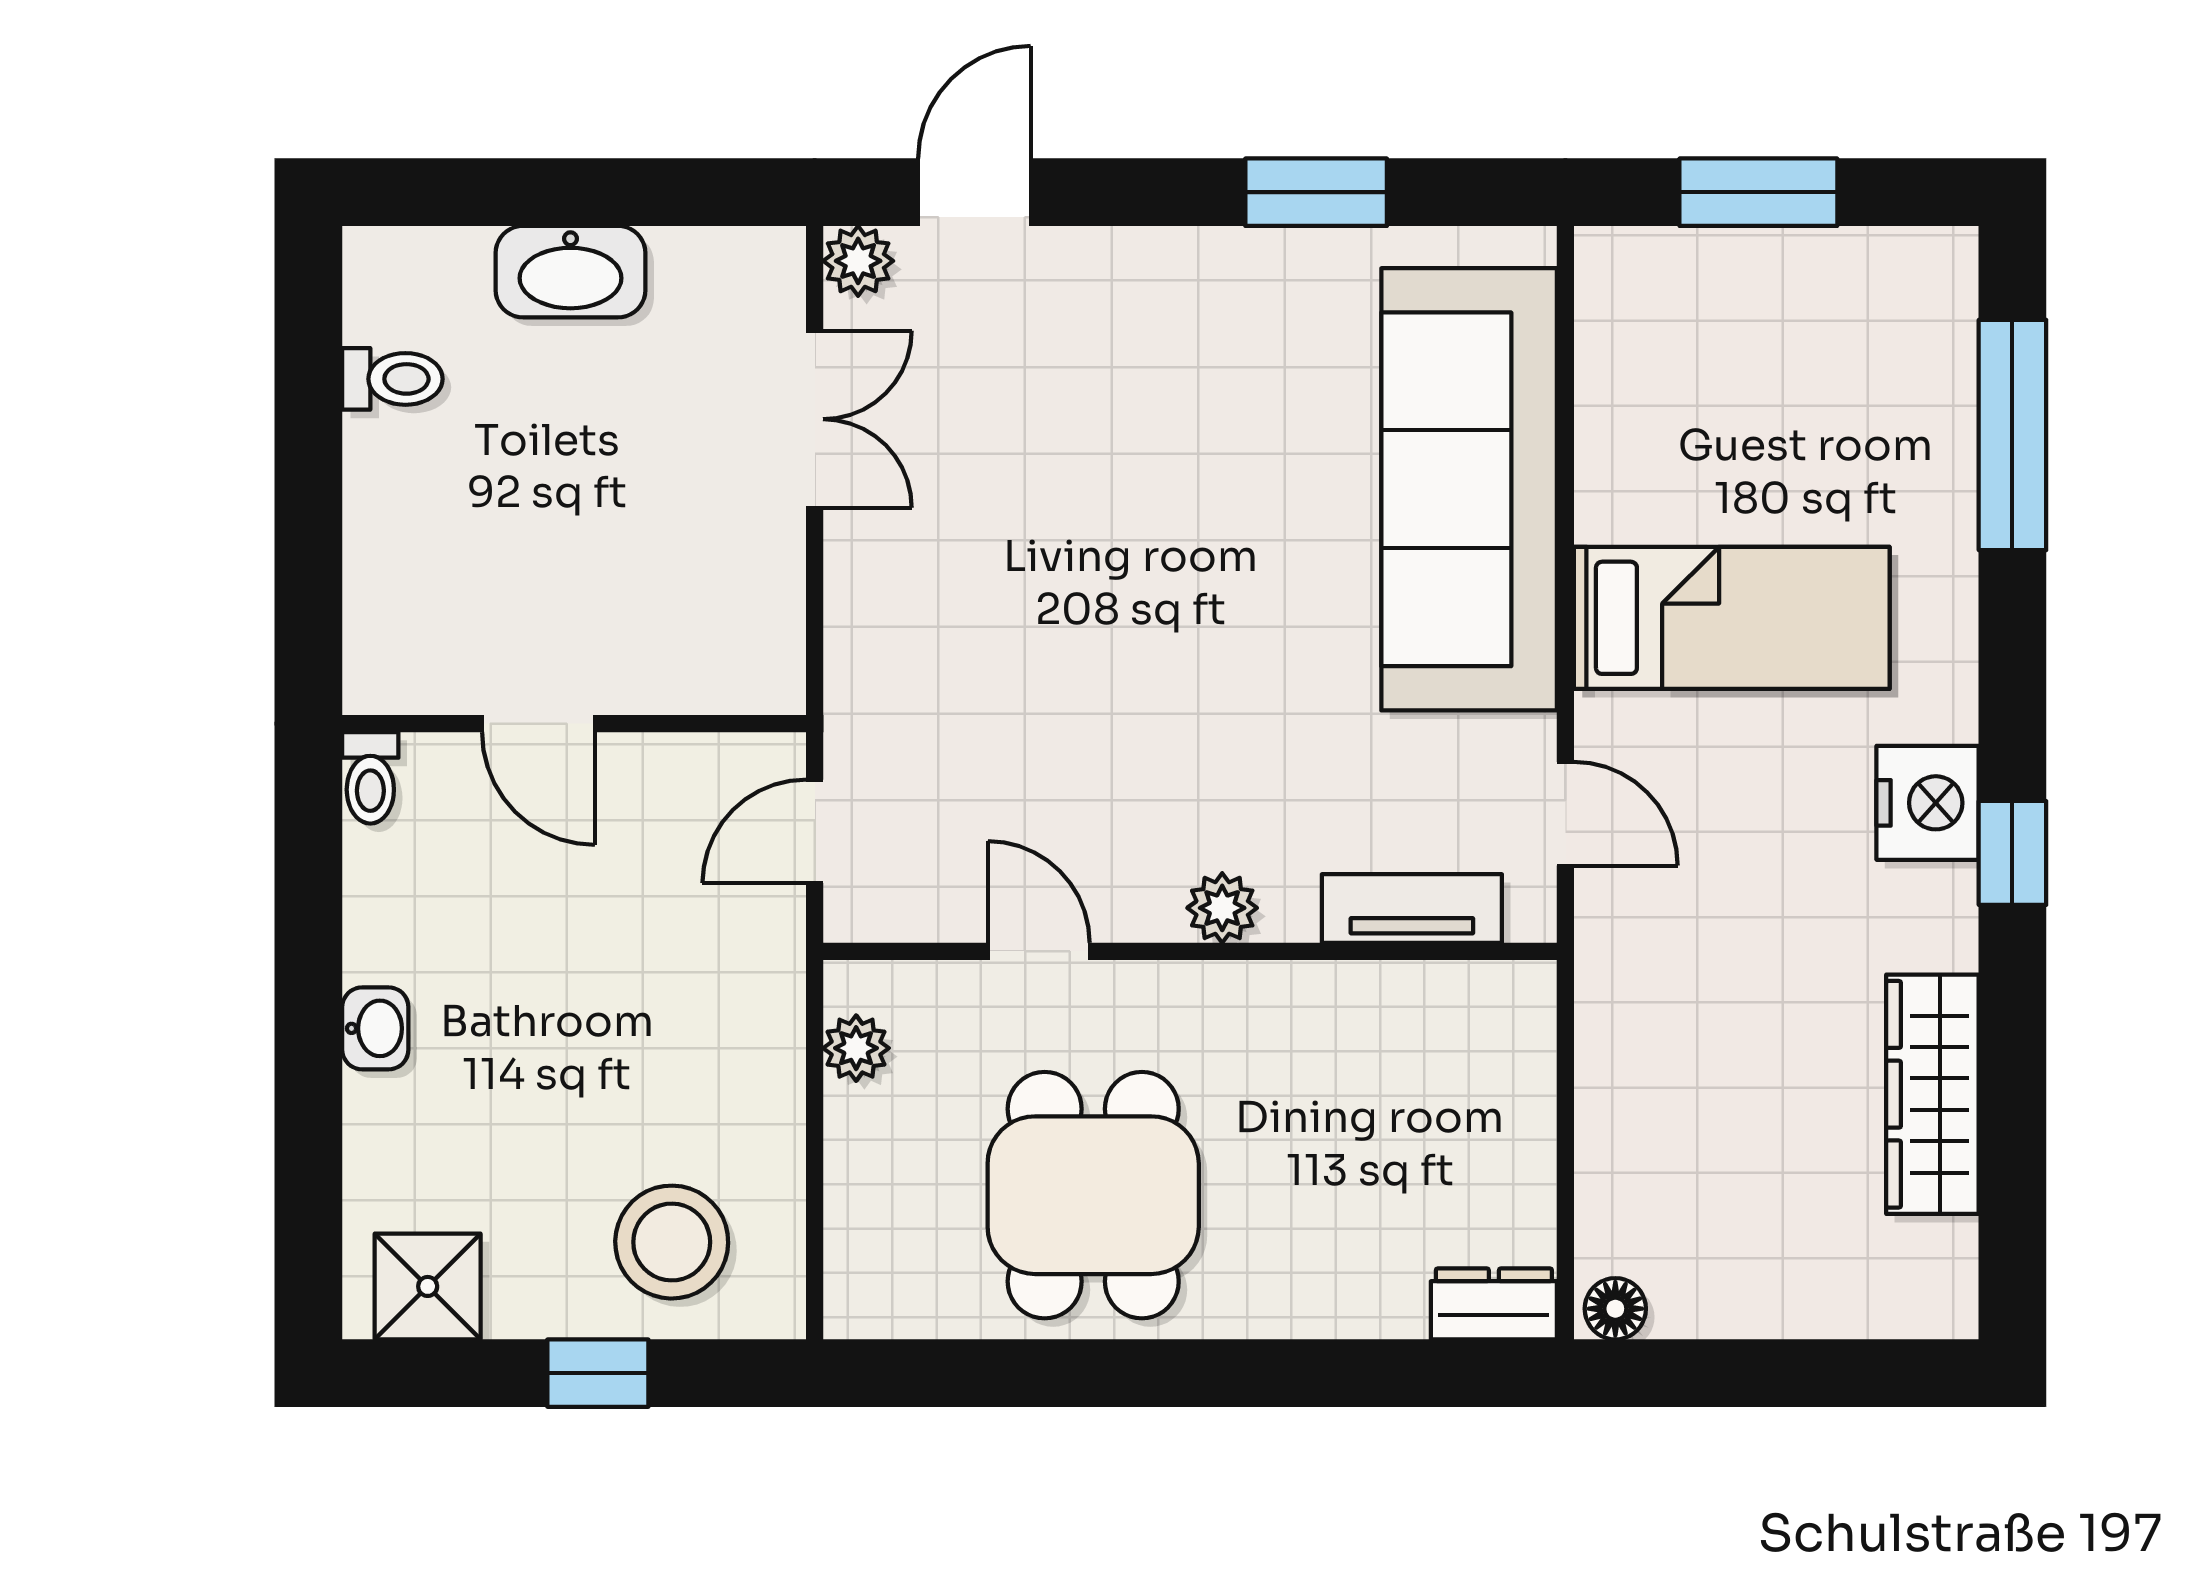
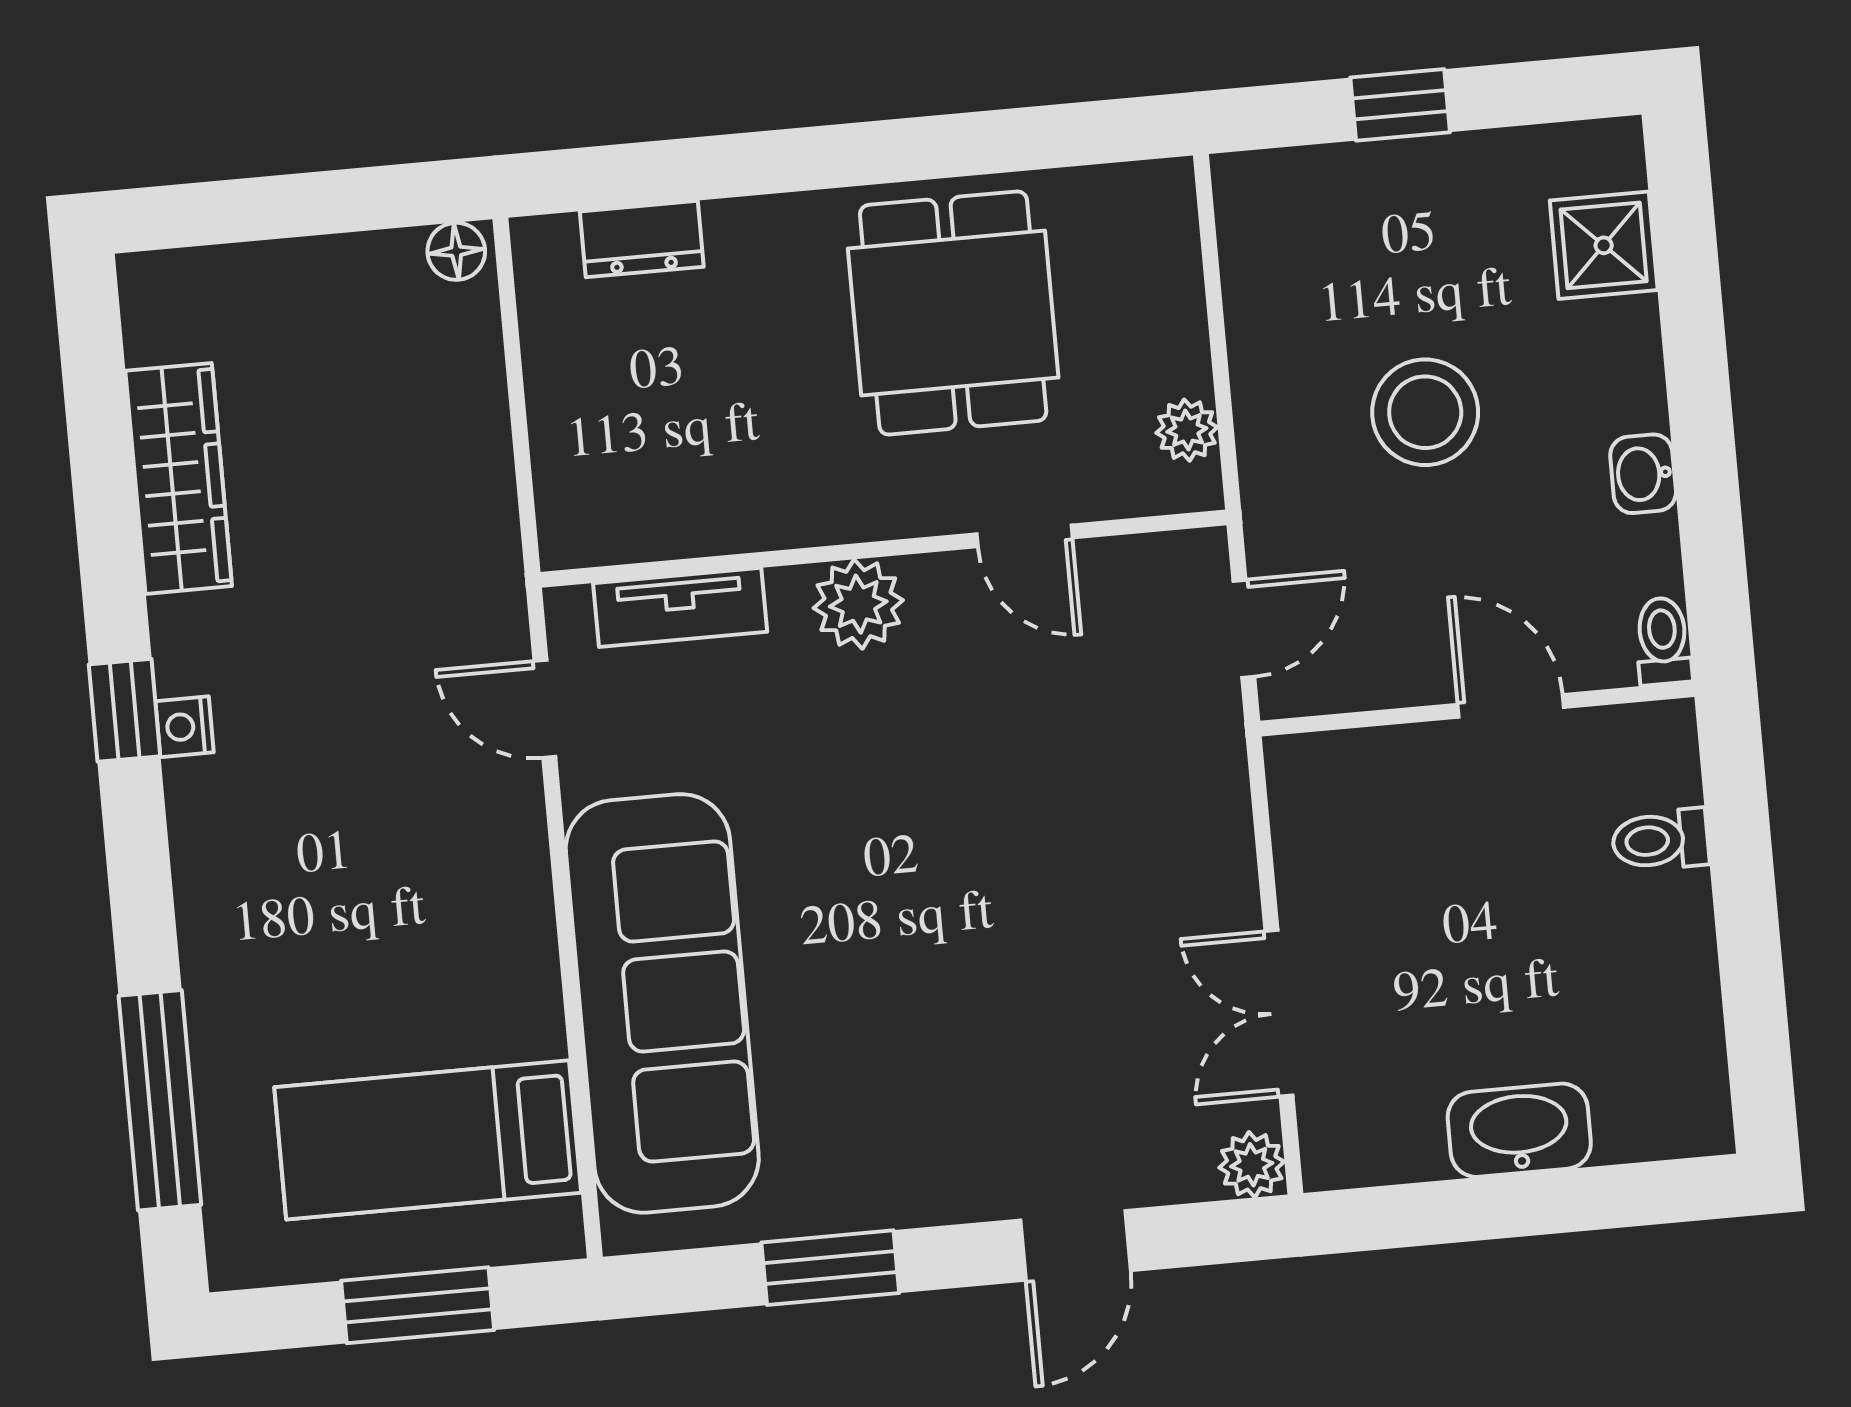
door: (974, 192) -> (1076, 1245), moved
toilet: (392, 379) -> (1660, 840), moved
bed: (1732, 618) -> (428, 1140), moved
nightstand: (1928, 803) -> (185, 727), width x0.53, depth x0.56
plant: (1222, 908) -> (858, 604), width x1.38, depth x1.38
washbasin: (375, 1028) -> (1643, 474), moved
stool: (672, 1242) -> (1425, 412), moved
shower: (428, 1286) -> (1604, 245), moved
dresser: (1494, 1304) -> (642, 239), moved

